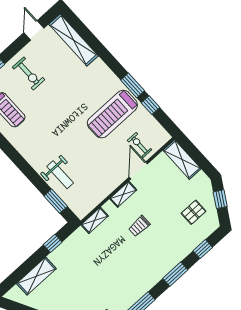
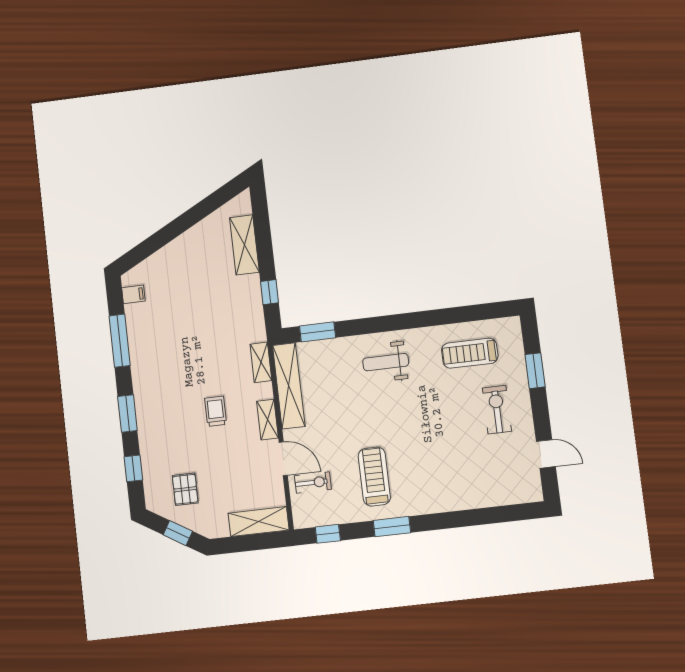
shelving: (73, 40) -> (289, 386), moved, turned 90
exercise bike: (29, 73) -> (497, 410), turned 90
window: (150, 105) -> (328, 534), moved
treadmill: (112, 114) -> (374, 477), width x0.73, depth x0.73
weight bench: (60, 175) -> (386, 362), moved

